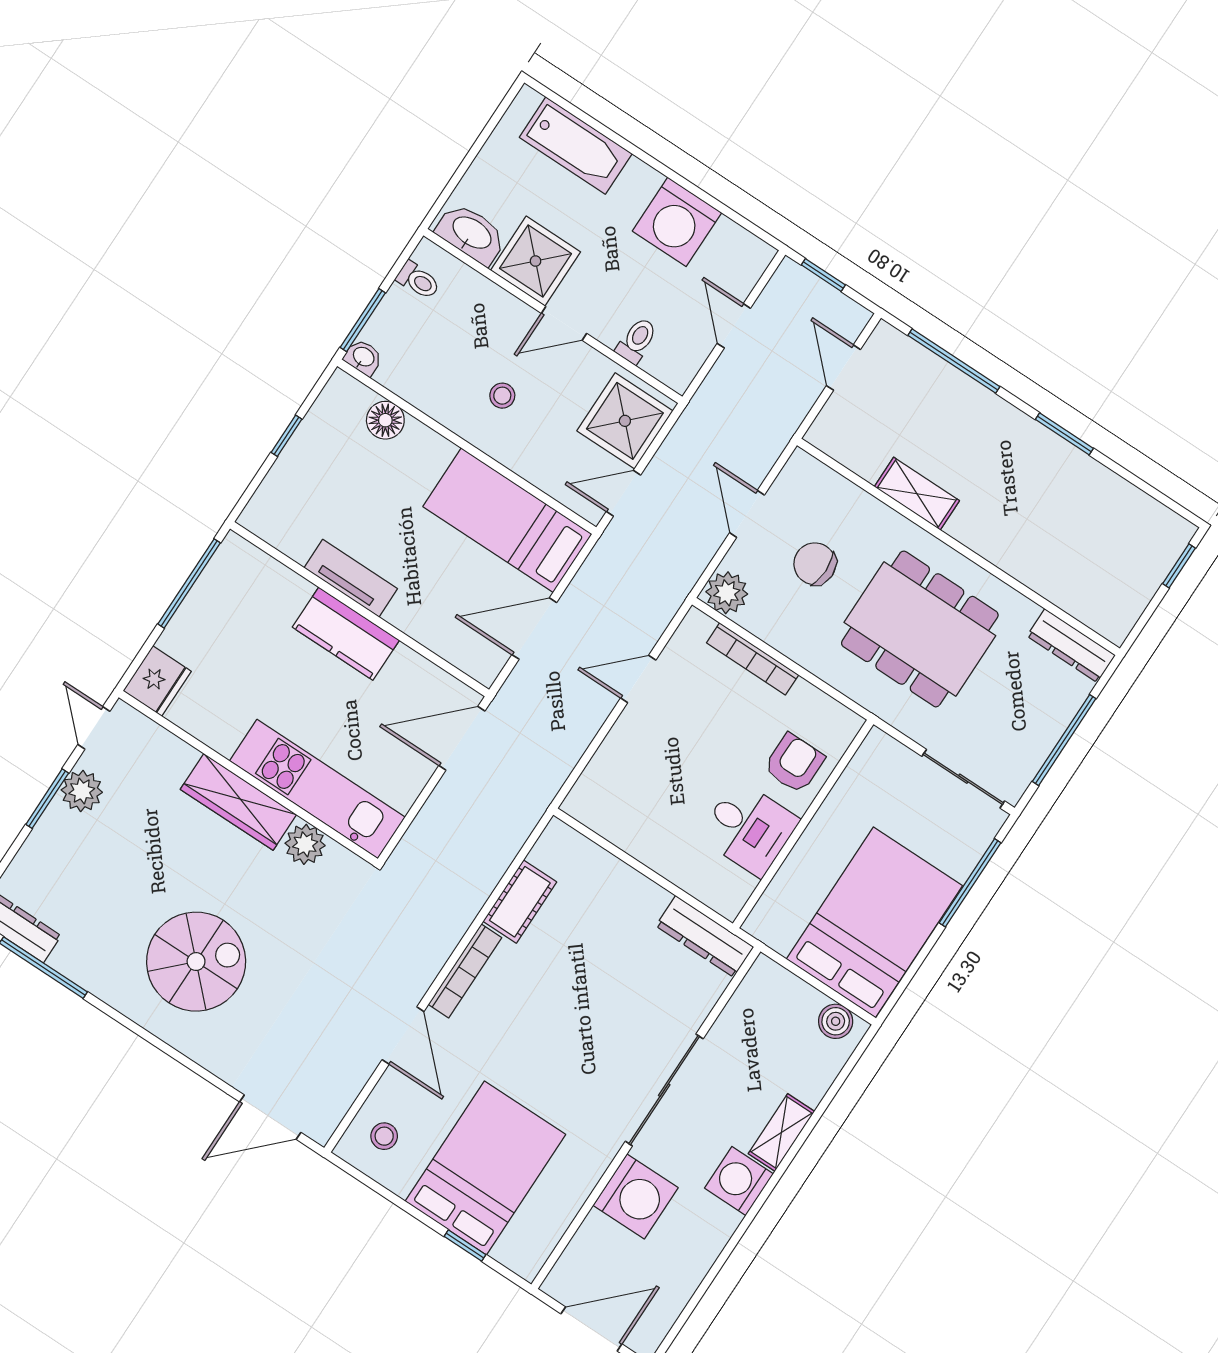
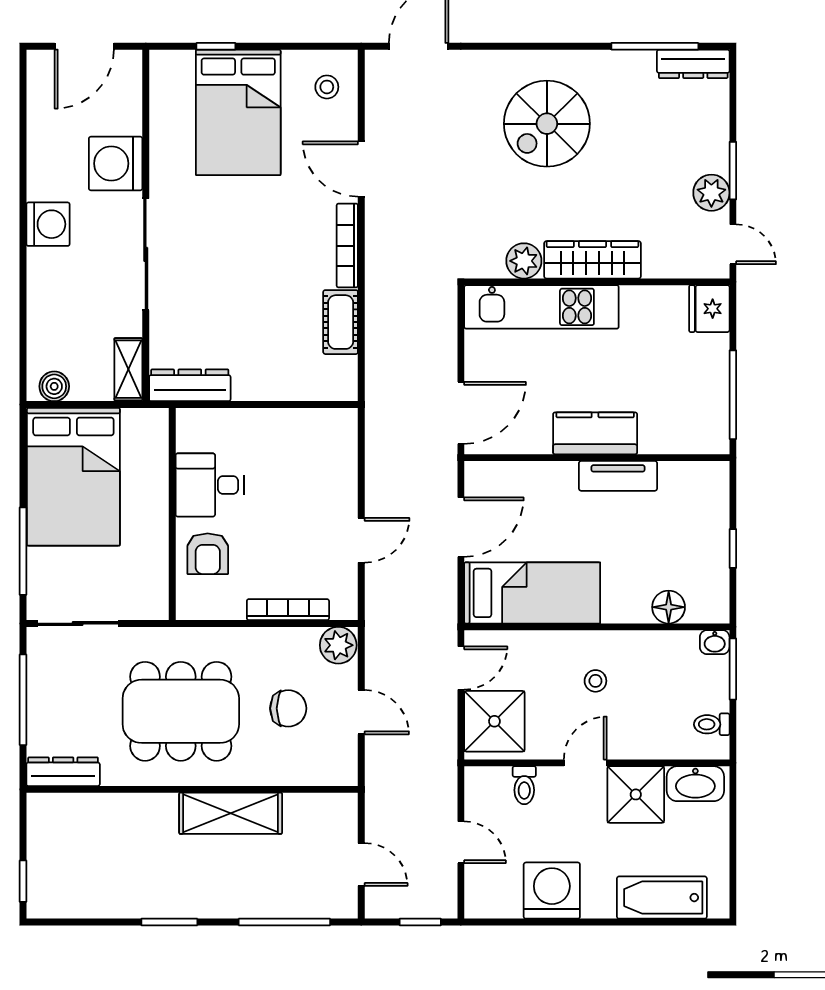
shelving: (917, 494) -> (231, 813), width x1.50, depth x1.33
shelving: (781, 1132) -> (128, 369), moved

